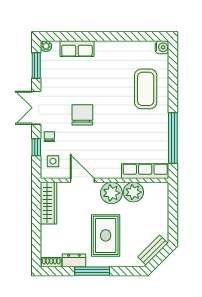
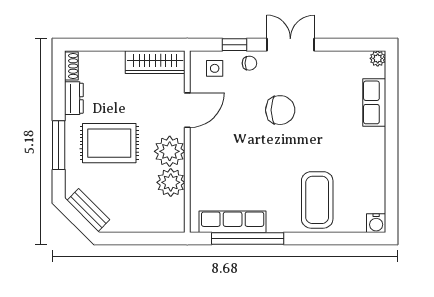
window: (36, 66) -> (350, 45), removed
coffee table: (146, 89) -> (317, 200), turned 90
row of seats: (145, 171) -> (233, 222), moved, turned -90
window: (92, 271) -> (59, 145), moved

